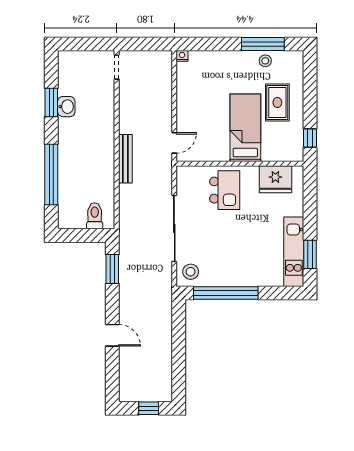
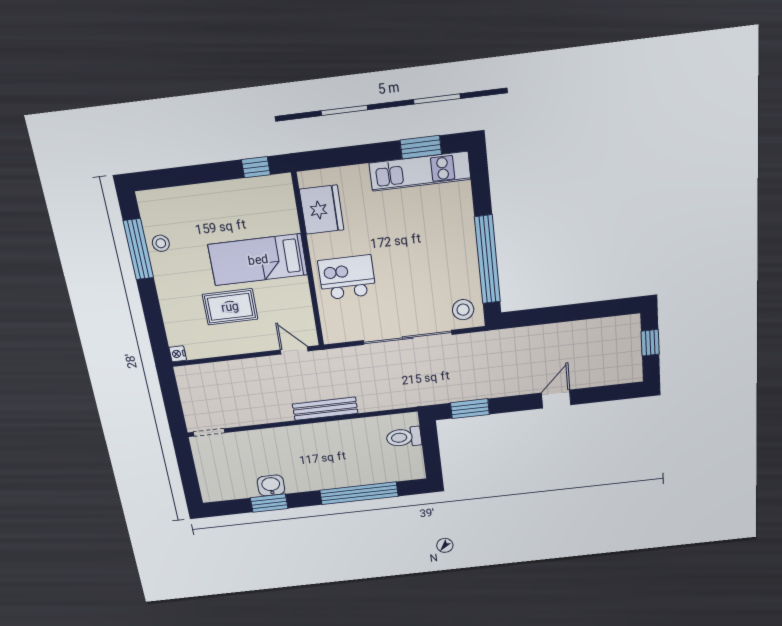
rug: (277, 103) -> (230, 307), moved

